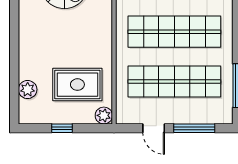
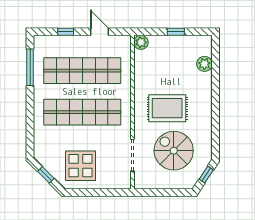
rug: (77, 85) -> (167, 108), moved
window: (194, 128) -> (66, 32), width x0.46

